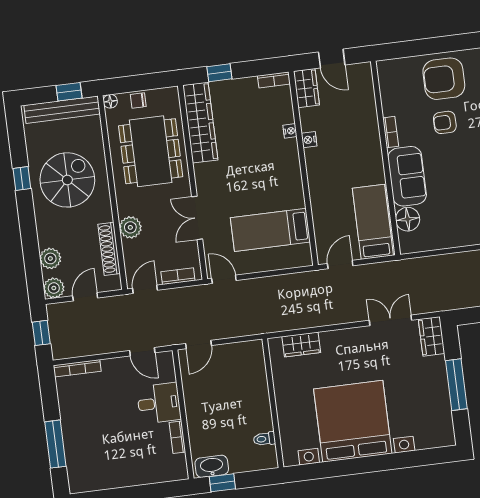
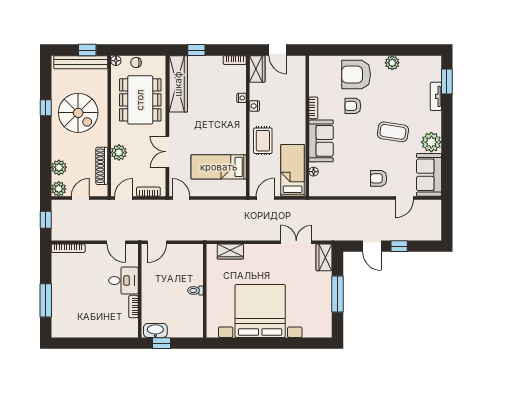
spiral stairs: (67, 180) -> (78, 113), turned 90
rug: (327, 186) -> (263, 141), added
floor lamp: (408, 219) -> (314, 172), width x0.53, depth x0.53
toilet: (264, 439) -> (195, 290), moved

